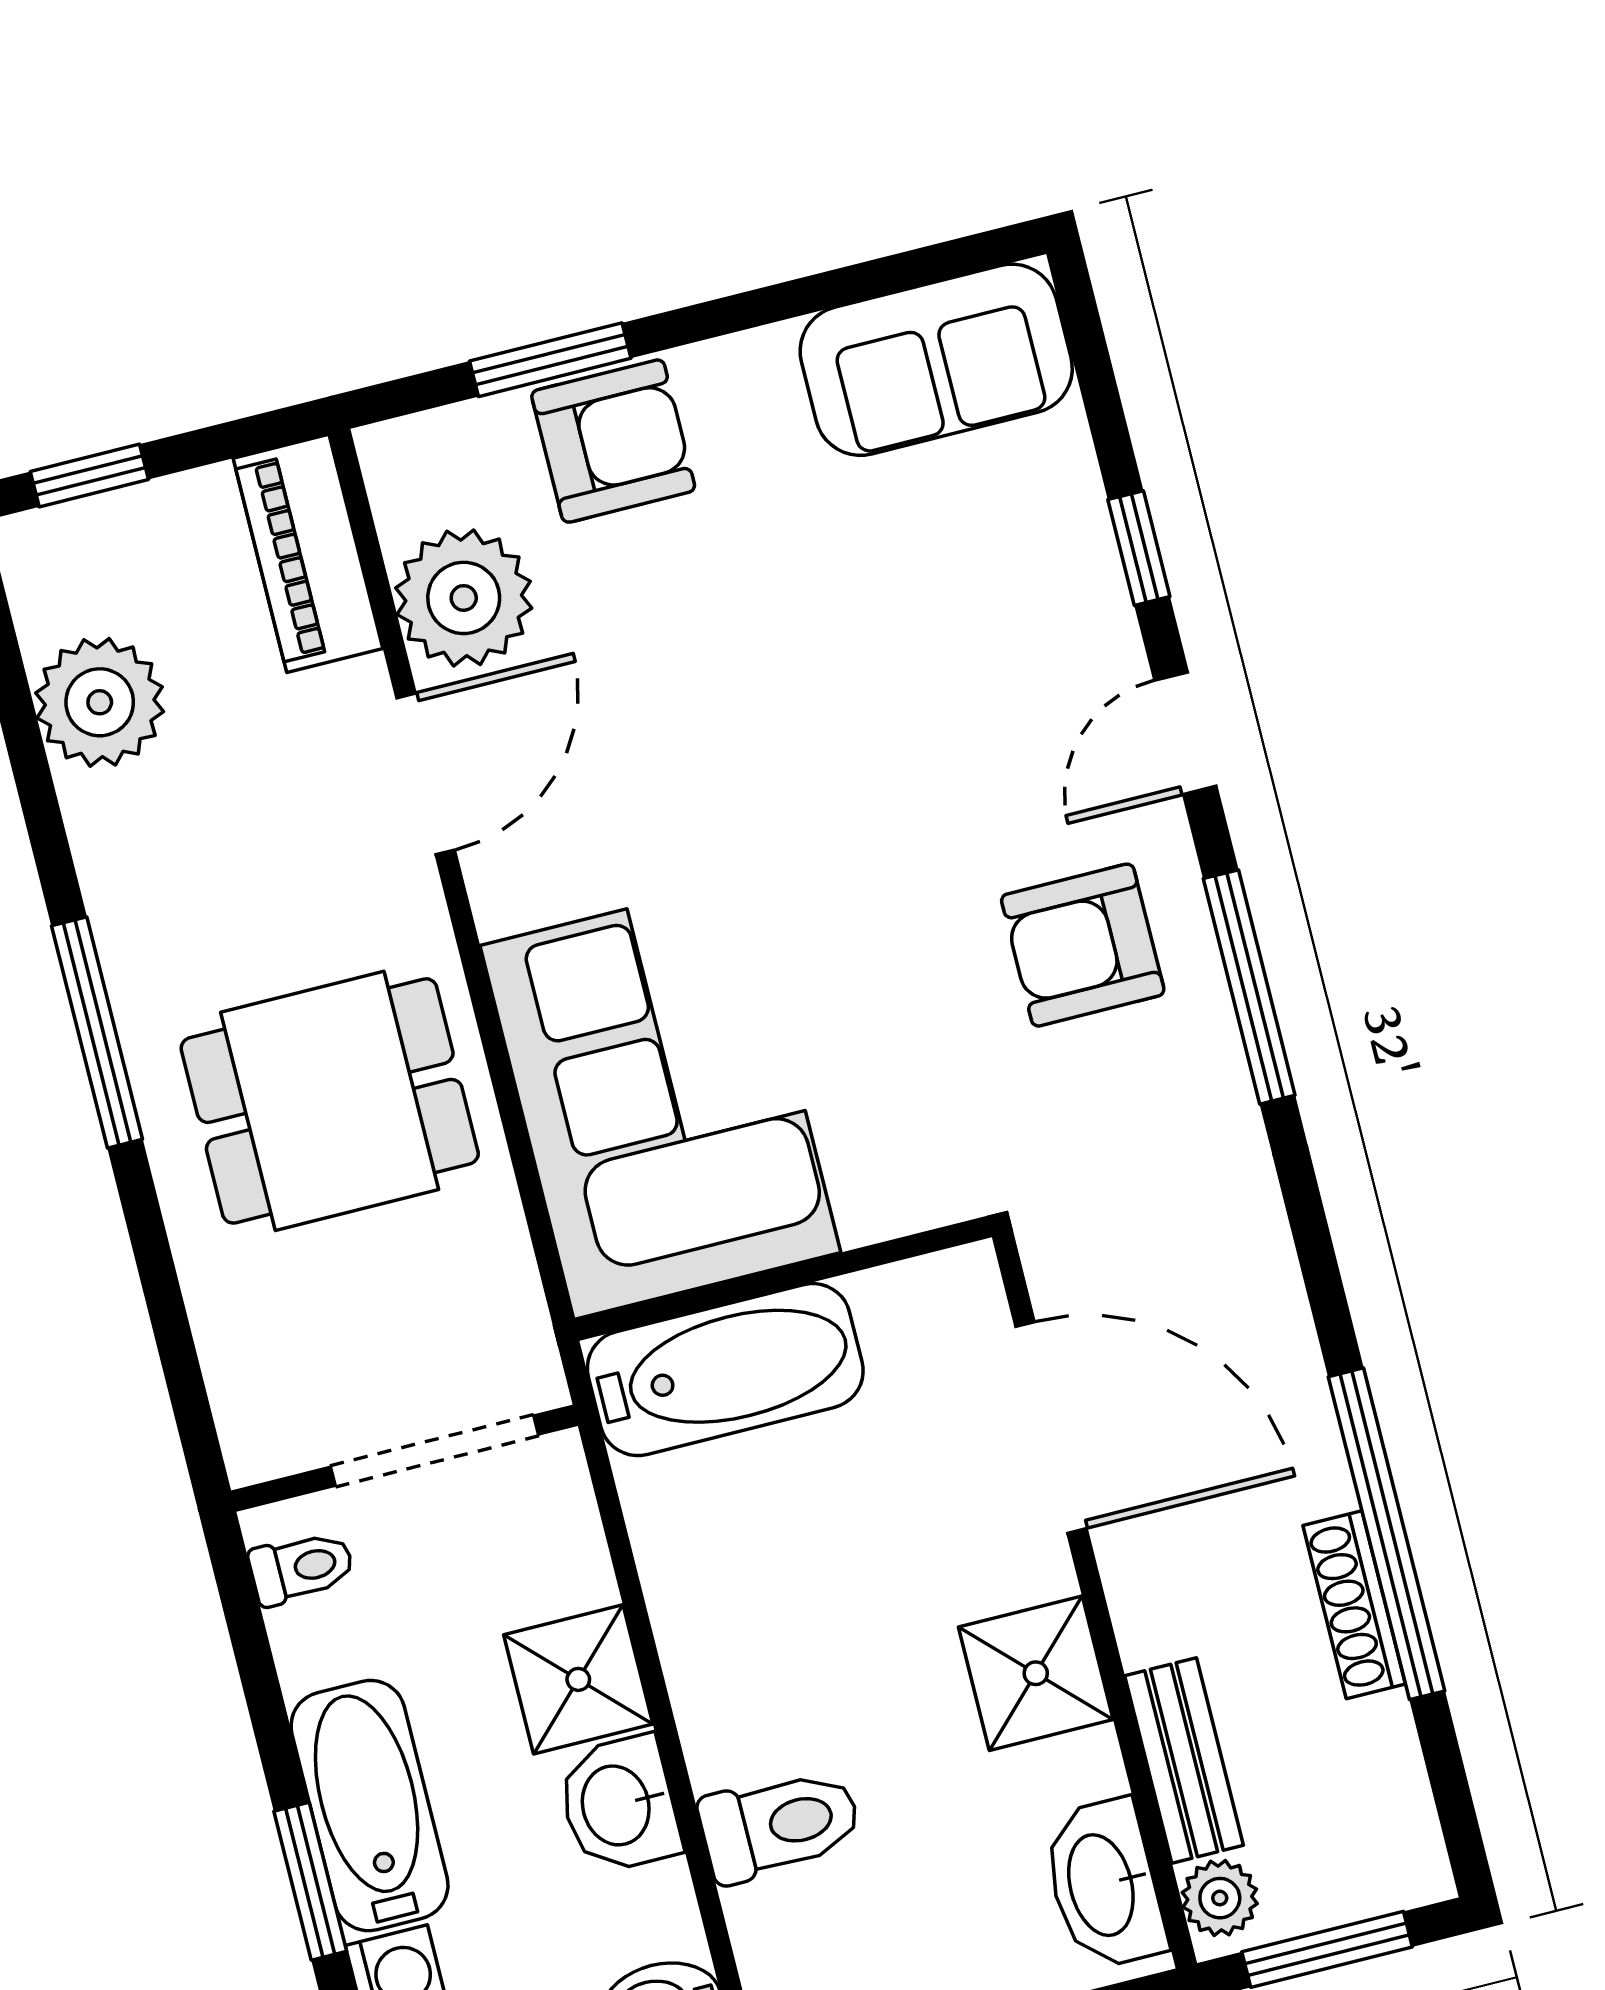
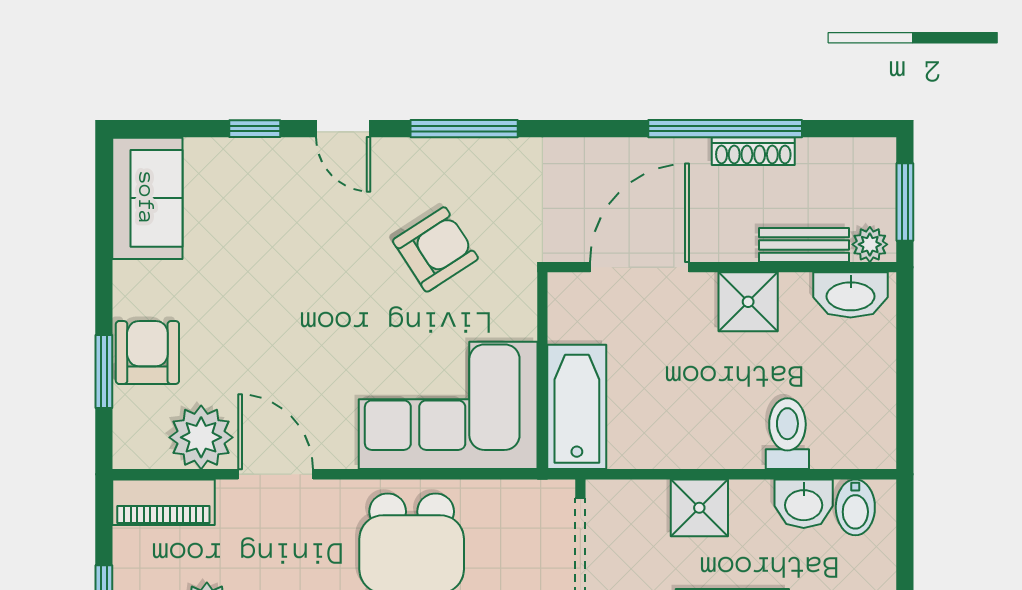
armchair: (1083, 945) -> (435, 249), moved, turned -123
washbasin: (619, 1805) -> (804, 504), moved

